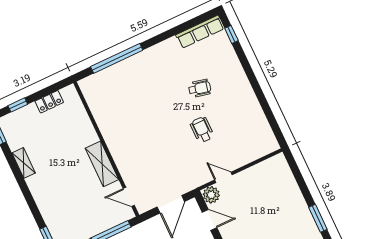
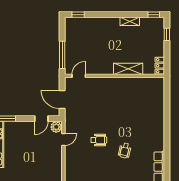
window: (117, 58) -> (167, 108), removed
locker: (49, 102) -> (160, 66), moved
shelving: (102, 164) -> (128, 69), moved

